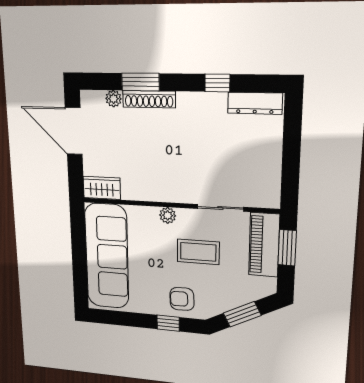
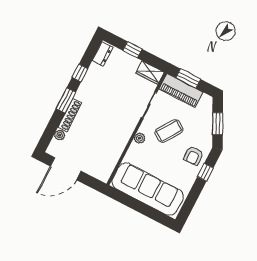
window: (140, 82) -> (66, 100), moved
dresser: (255, 103) -> (103, 54), width x0.70
window: (292, 146) -> (132, 50), added
wardrobe: (102, 188) -> (150, 73), moved, turned -90
coffee table: (198, 252) -> (169, 131), turned 34

